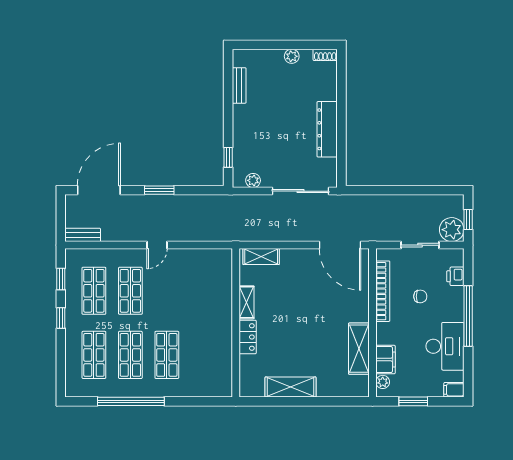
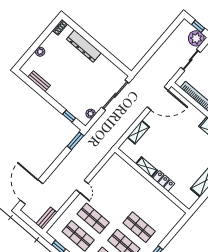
plant: (292, 56) -> (40, 52), moved
dresser: (327, 129) -> (84, 46), moved
window: (159, 190) -> (75, 141), moved
shelving: (261, 257) -> (138, 132), moved

